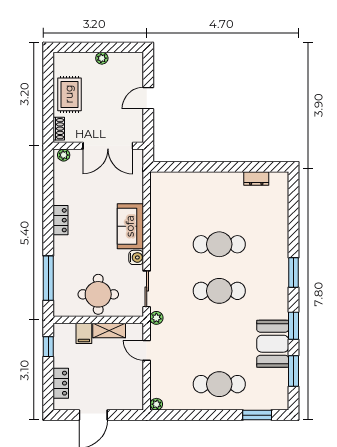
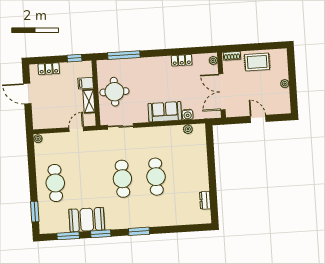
locker: (61, 220) -> (182, 60), moved
water cooler: (136, 257) -> (188, 115), moved
plant: (156, 318) -> (188, 129), moved

